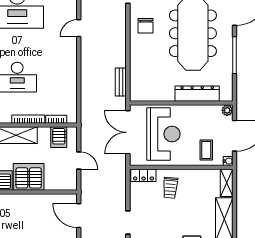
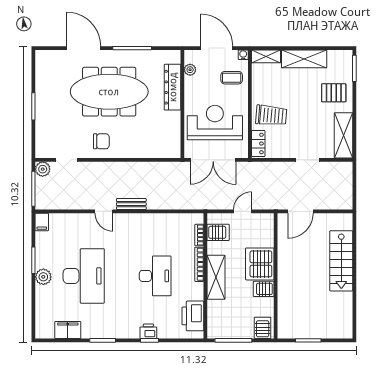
bench: (121, 82) -> (131, 204), moved
plant: (227, 110) -> (190, 70), moved
trolley: (170, 188) -> (271, 115), width x1.36, depth x1.39

